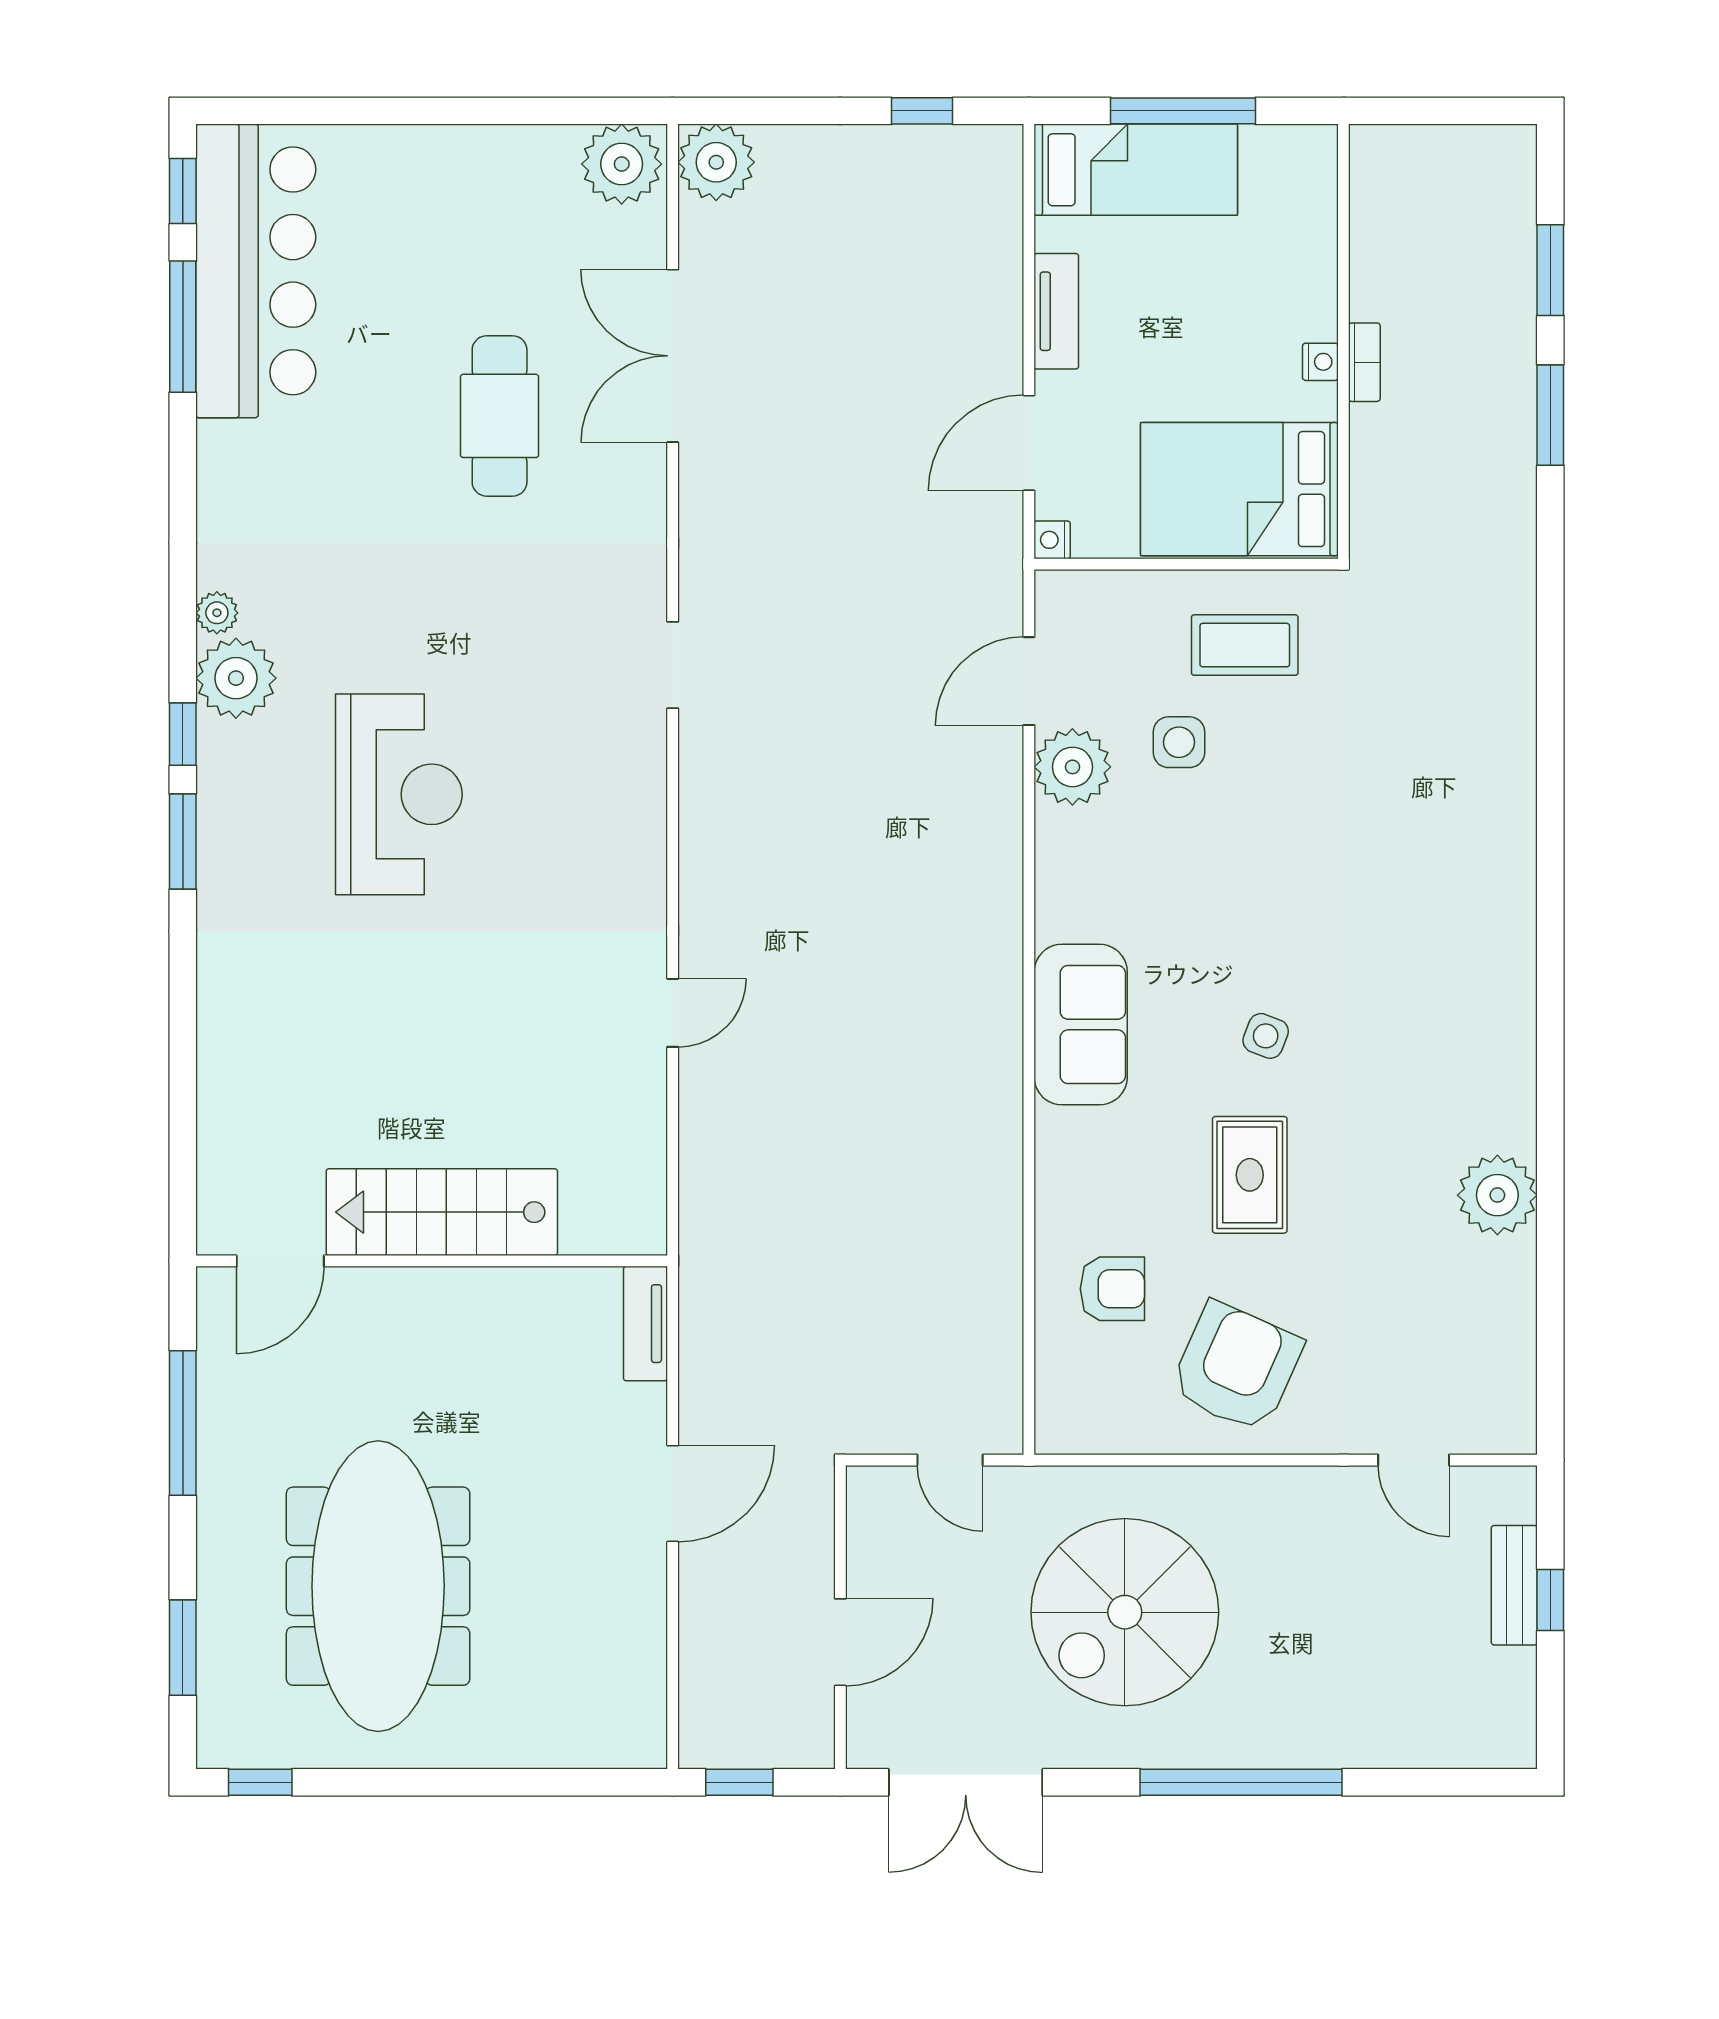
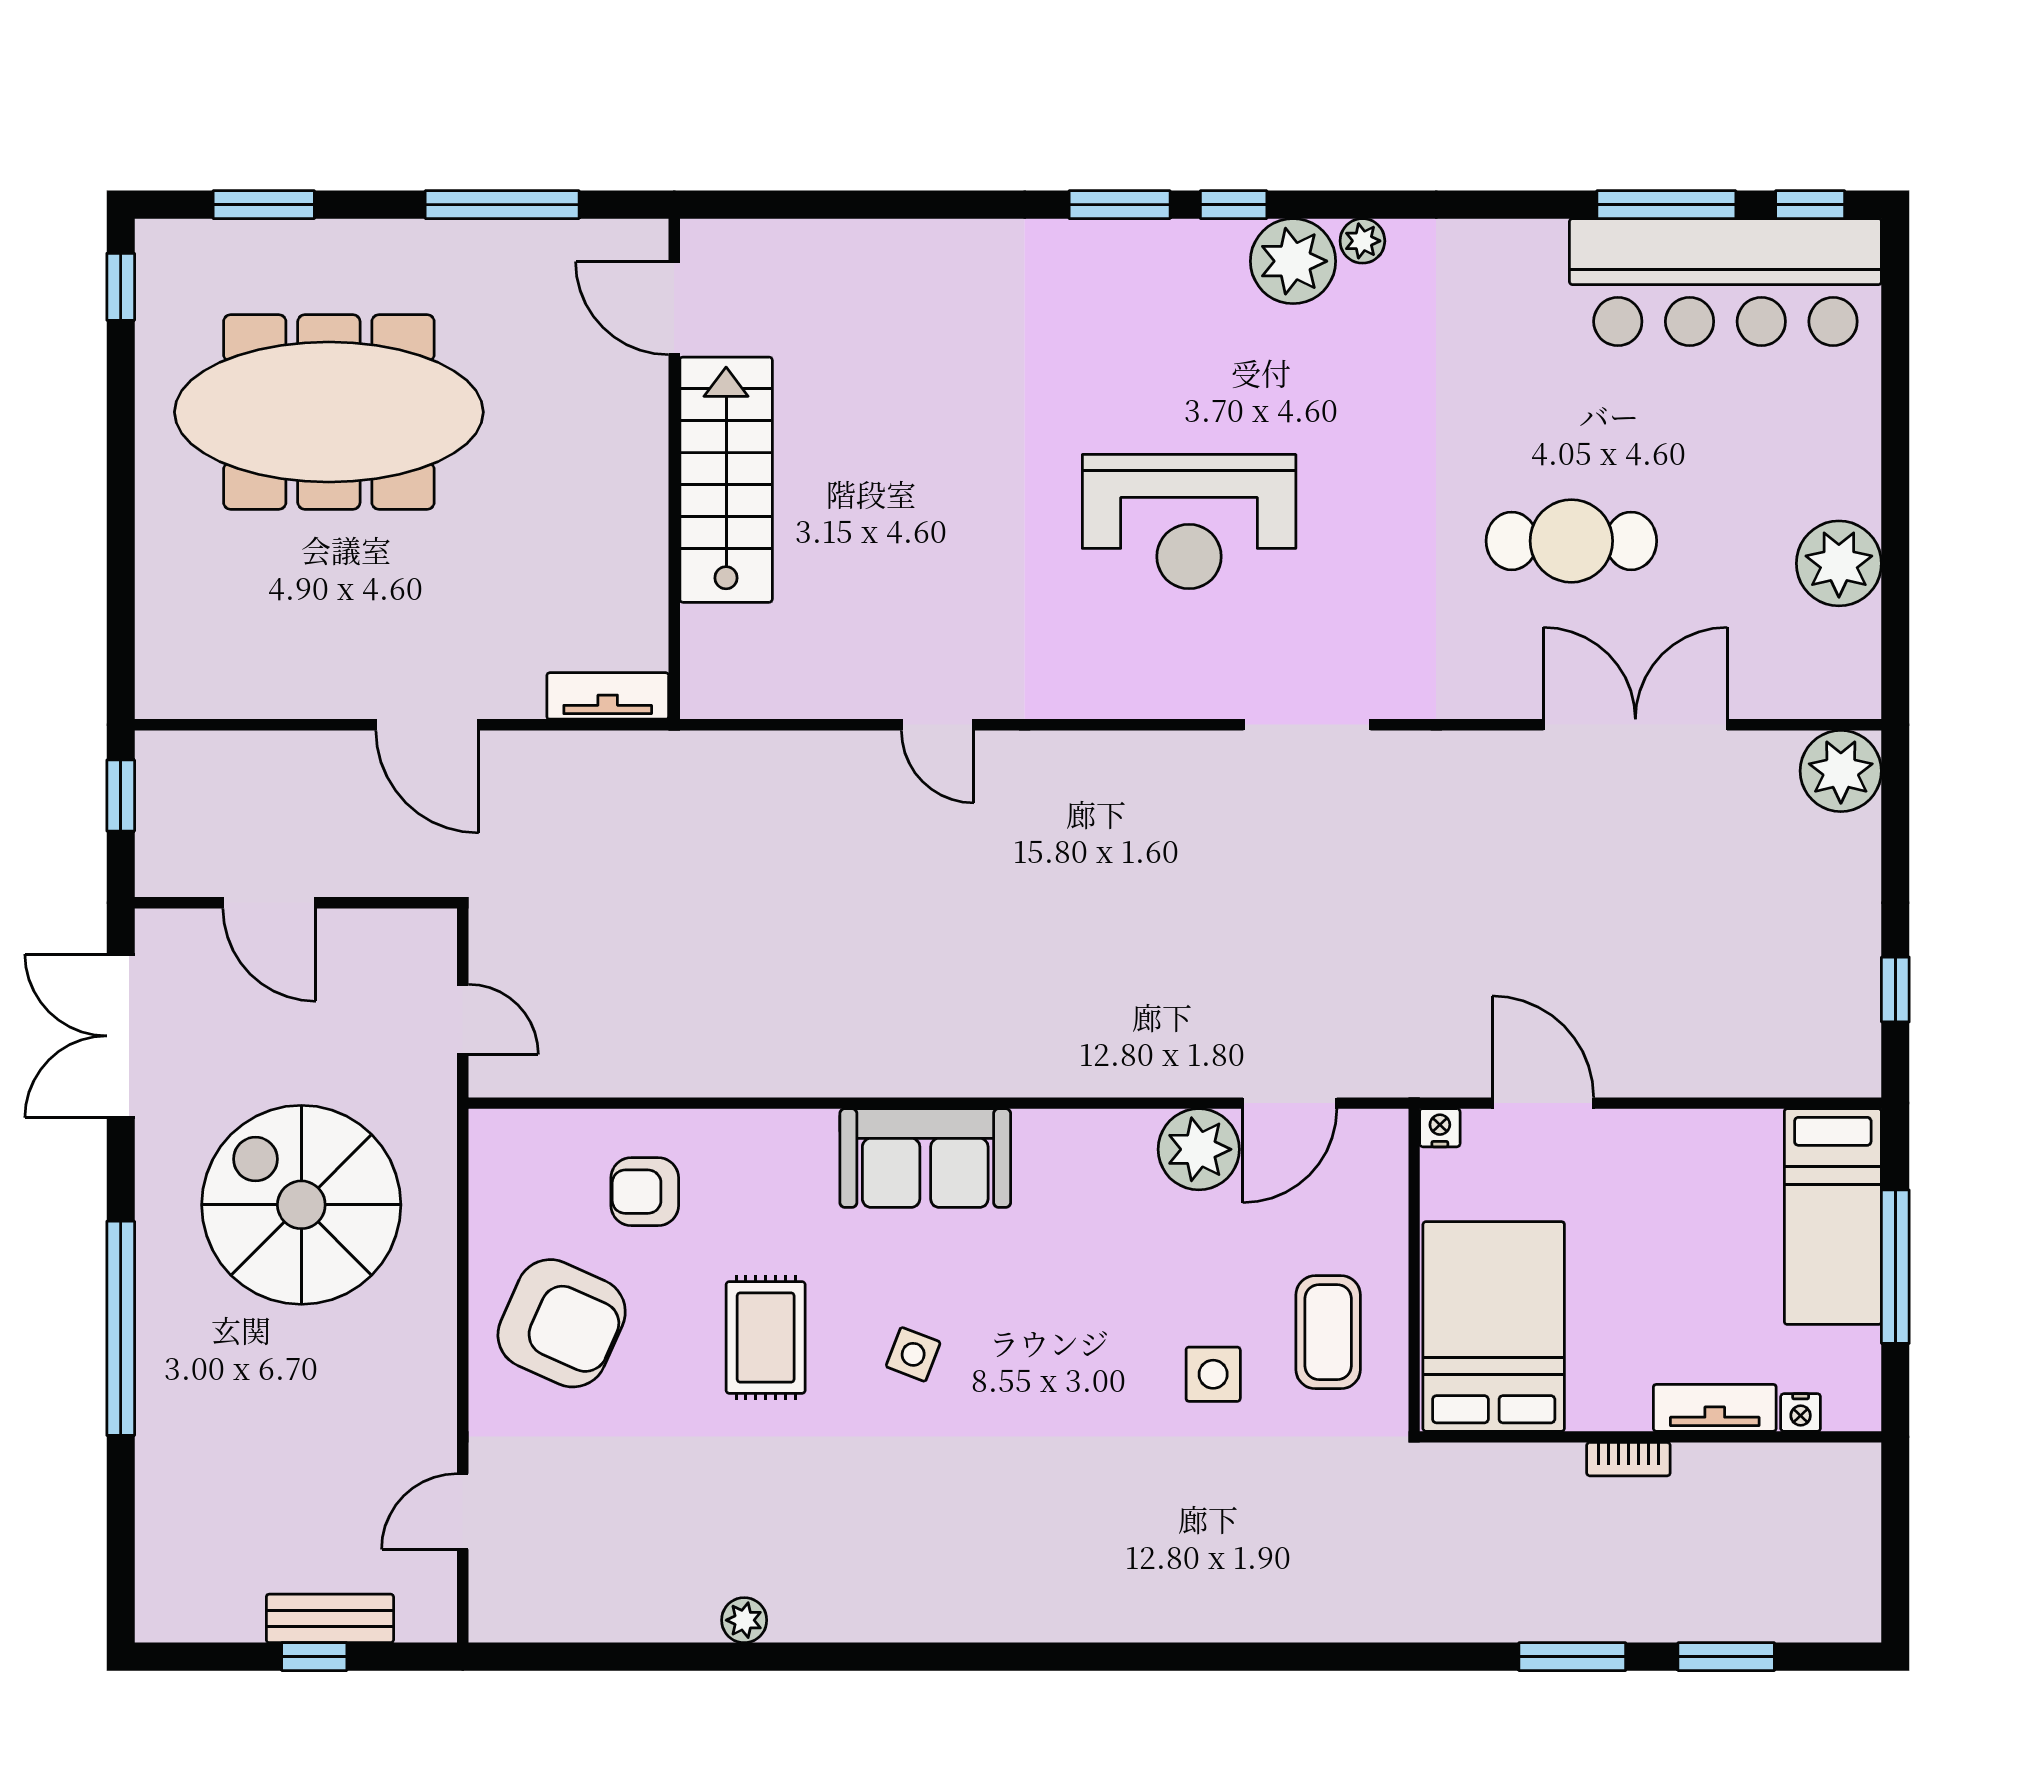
plant: (622, 164) -> (1839, 563), moved
tv unit: (1056, 311) -> (1715, 1408), moved, turned 180
nightstand: (1320, 362) -> (1801, 1413), moved
doorway: (673, 665) -> (1307, 725), width x1.38
door: (1029, 681) -> (1290, 1103), swing flipped
side table: (1179, 742) -> (1213, 1374), moved
reception desk: (399, 794) -> (1189, 522), moved
rug: (1250, 1175) -> (766, 1337), turned 90
plant: (1497, 1195) -> (744, 1620), width x0.53, depth x0.53
armchair: (1112, 1289) -> (645, 1192), turned 90
door: (950, 1460) -> (463, 1019), swing flipped

